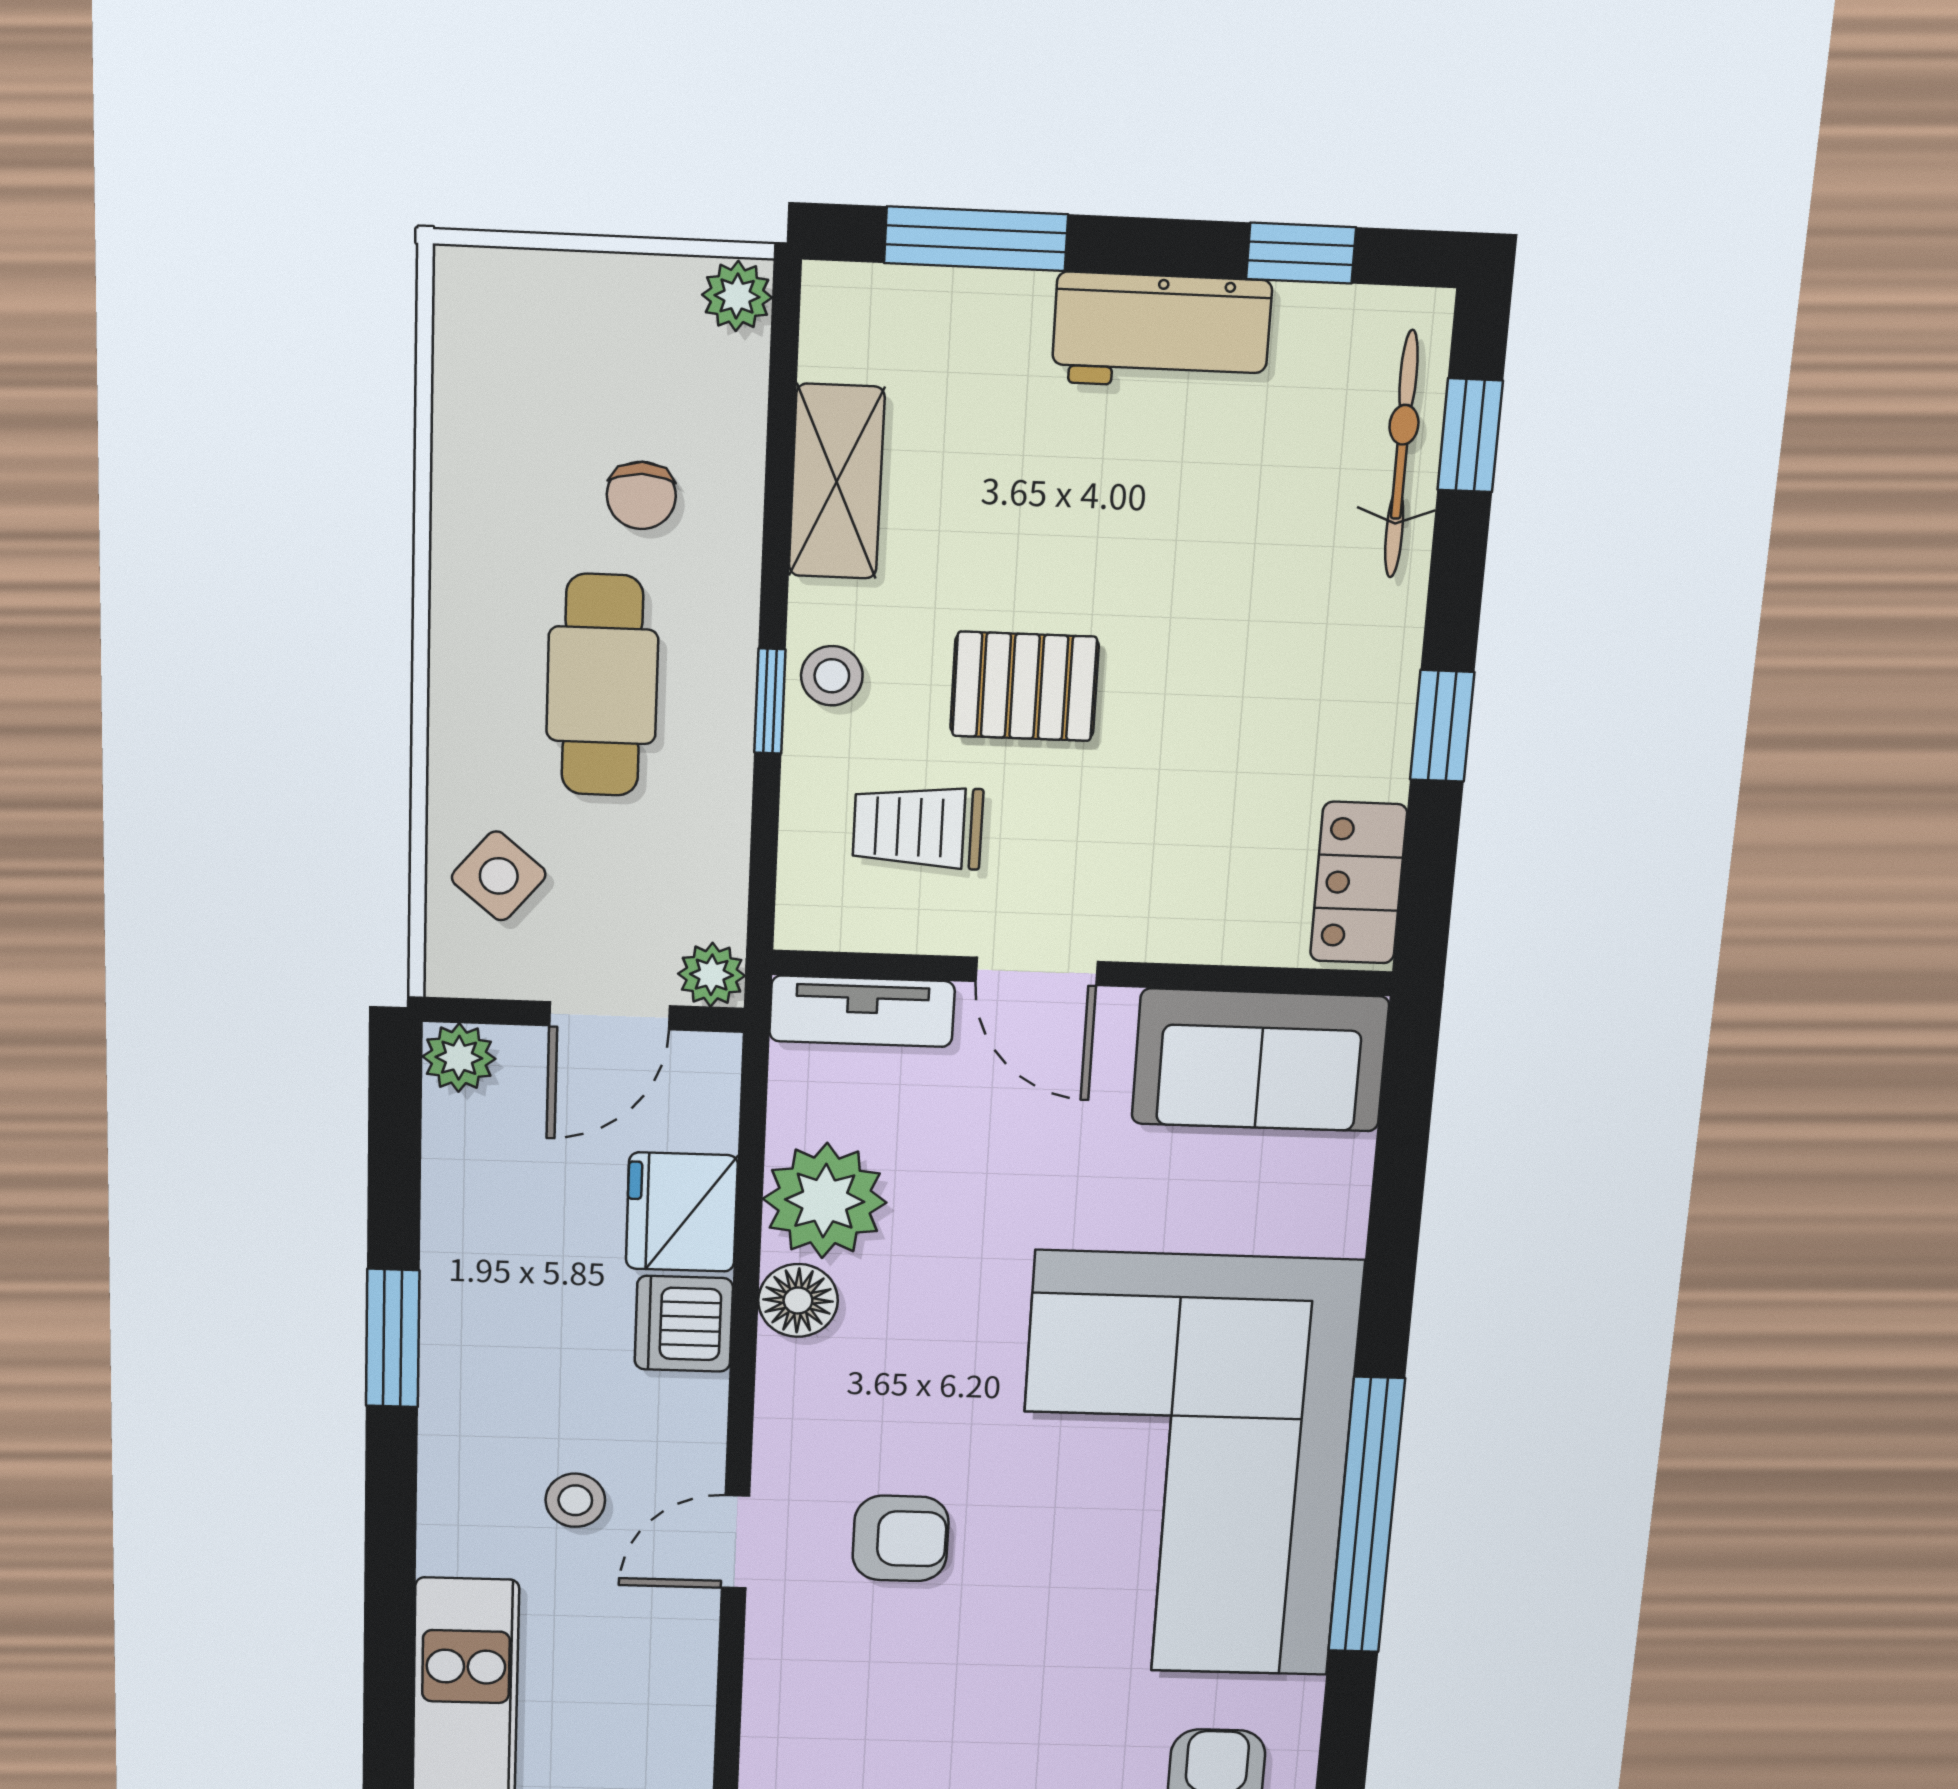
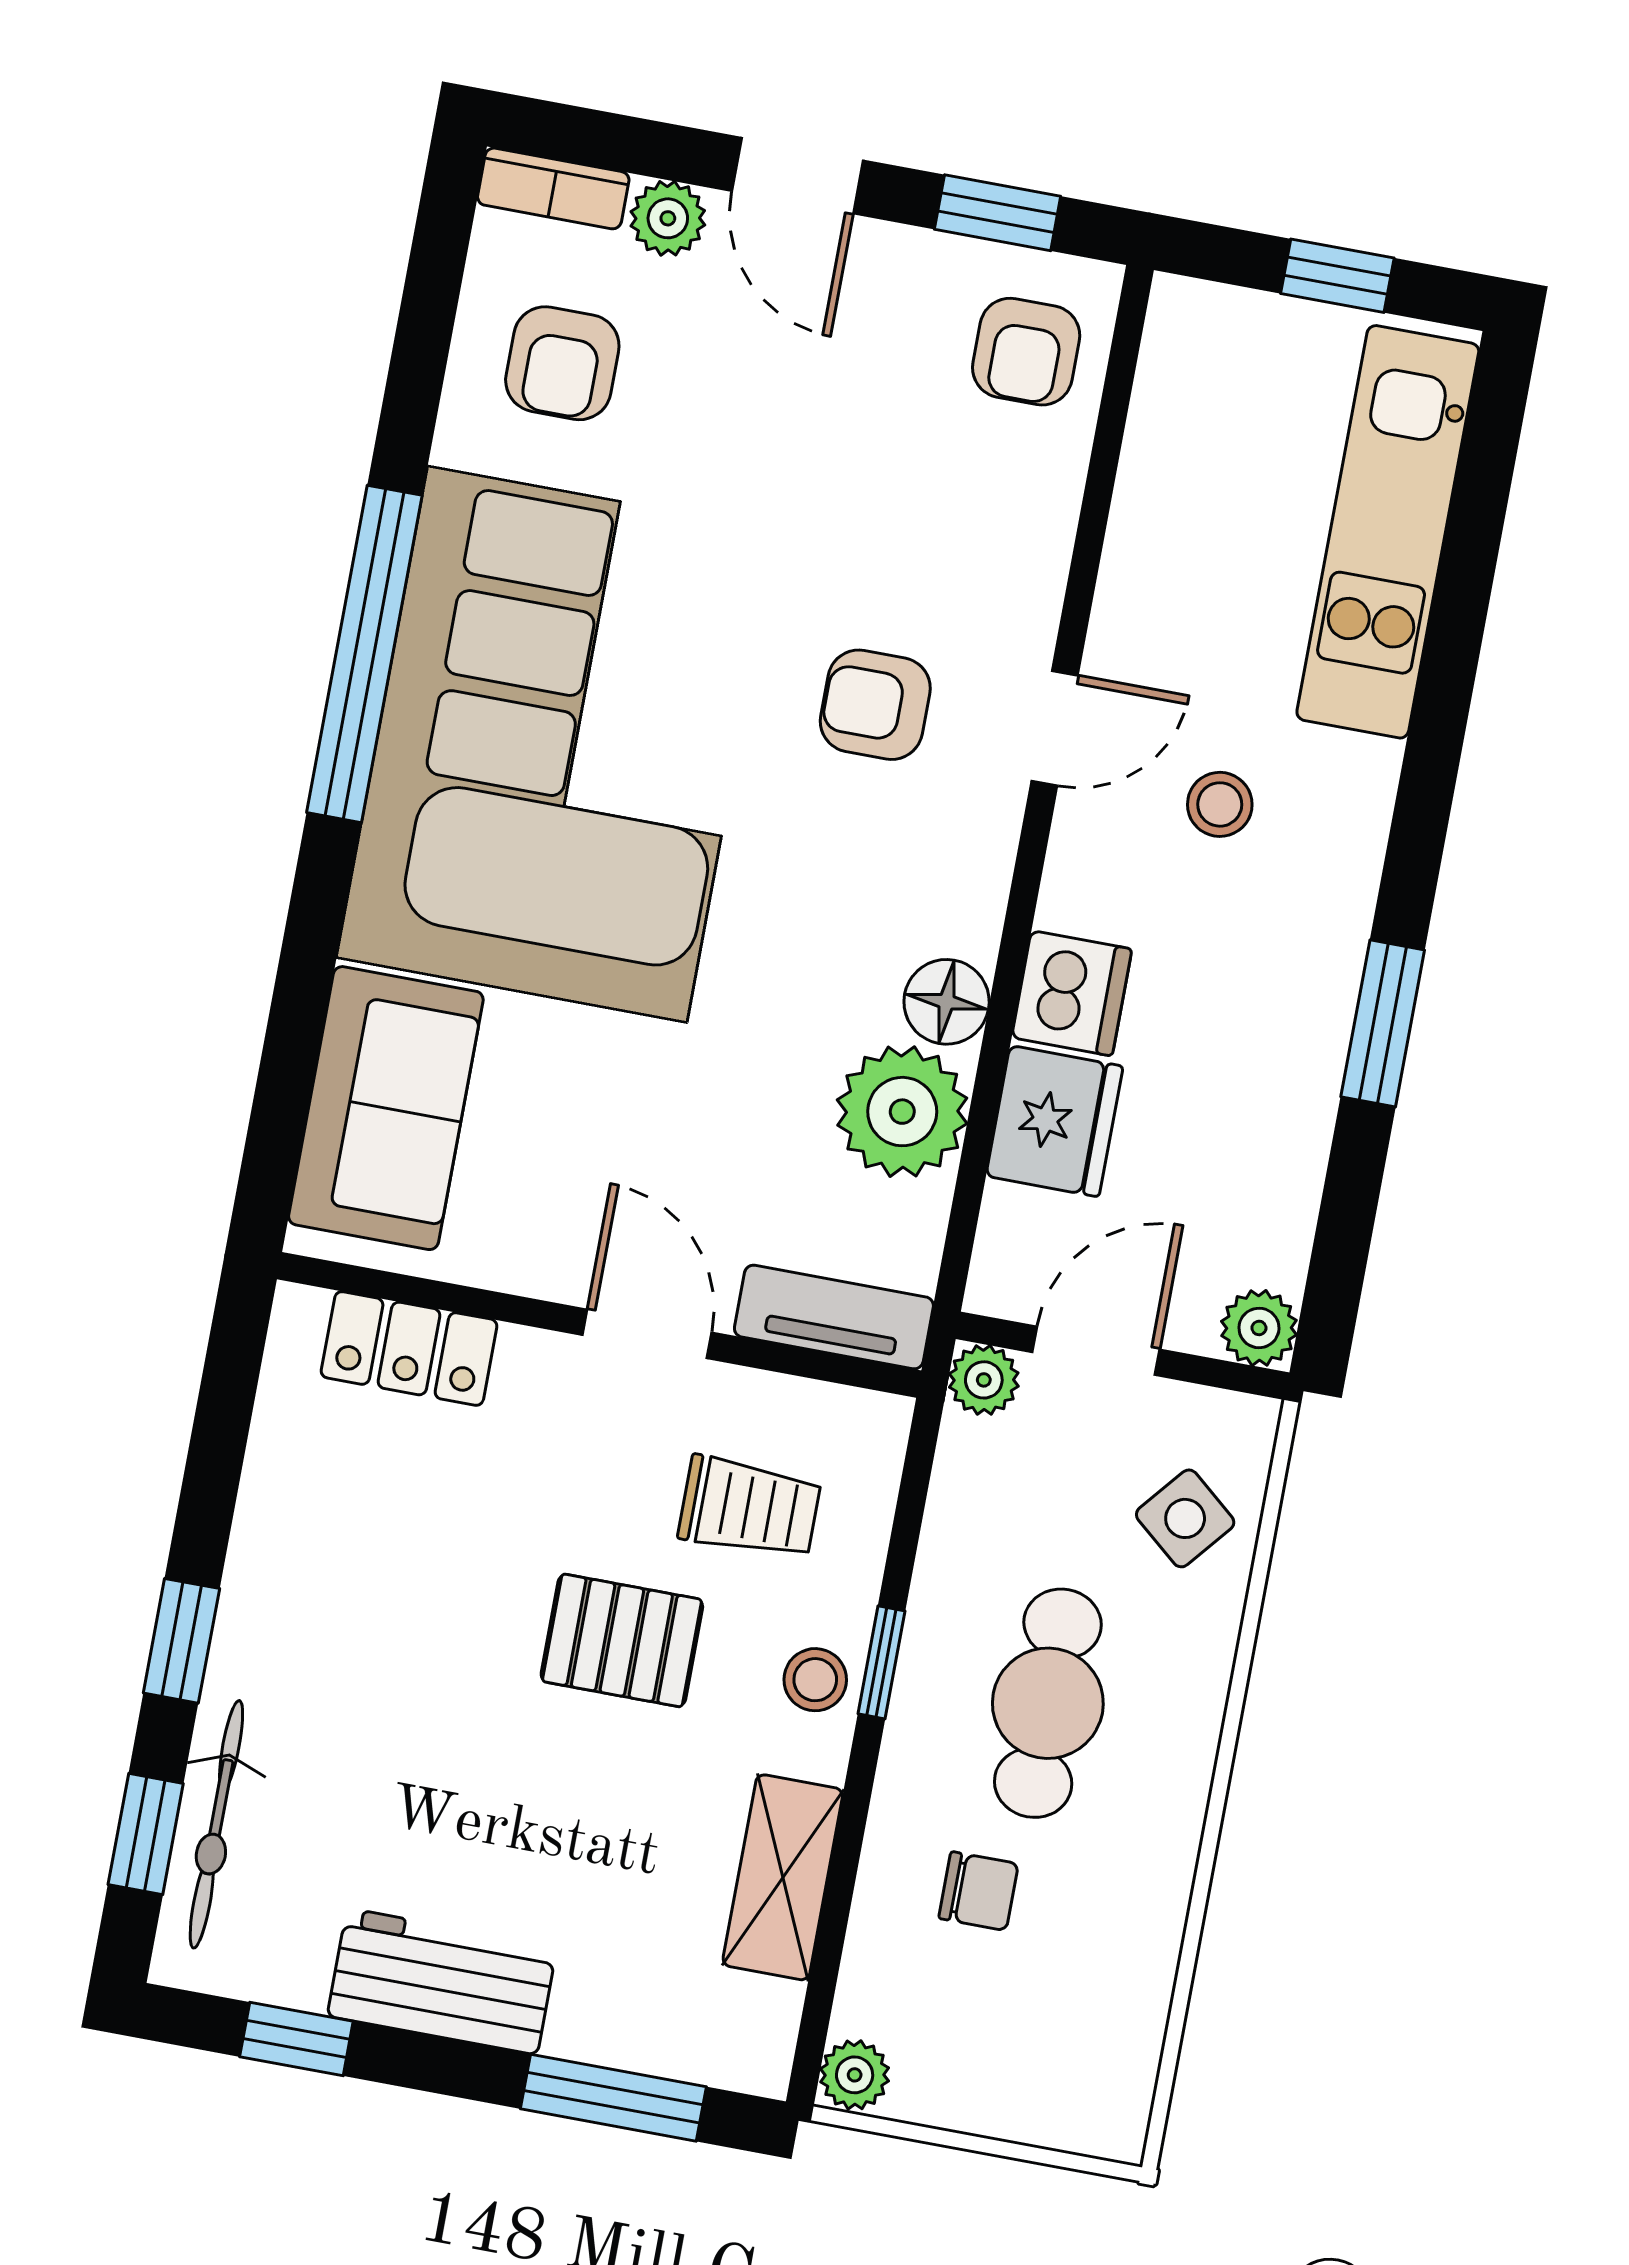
chair: (641, 495) -> (979, 1891), turned 90
window: (1442, 726) -> (181, 1641), moved
locker: (1359, 883) -> (409, 1349), moved, turned 90
sofa: (1260, 1060) -> (386, 1108), moved, turned 90

